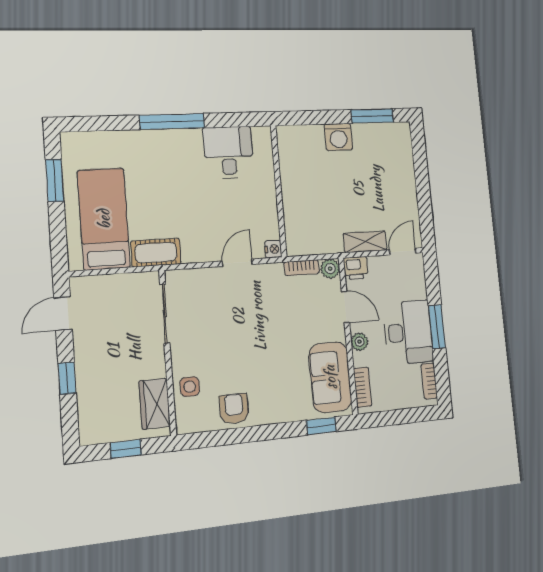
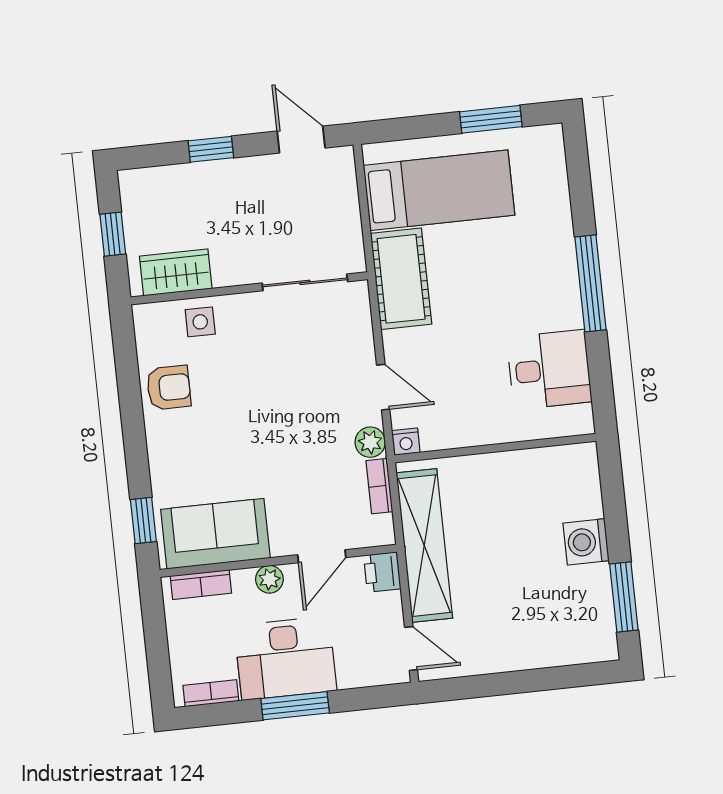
shelving: (365, 242) -> (424, 546), width x2.20, depth x1.33
cot: (156, 253) -> (401, 279), width x1.37, depth x1.34
plant: (330, 269) -> (370, 442), moved

